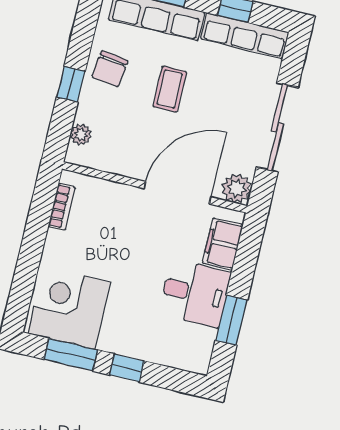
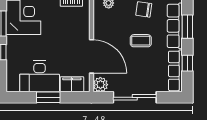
desk: (195, 293) -> (40, 76), width x1.37
window: (231, 320) -> (48, 97), moved

